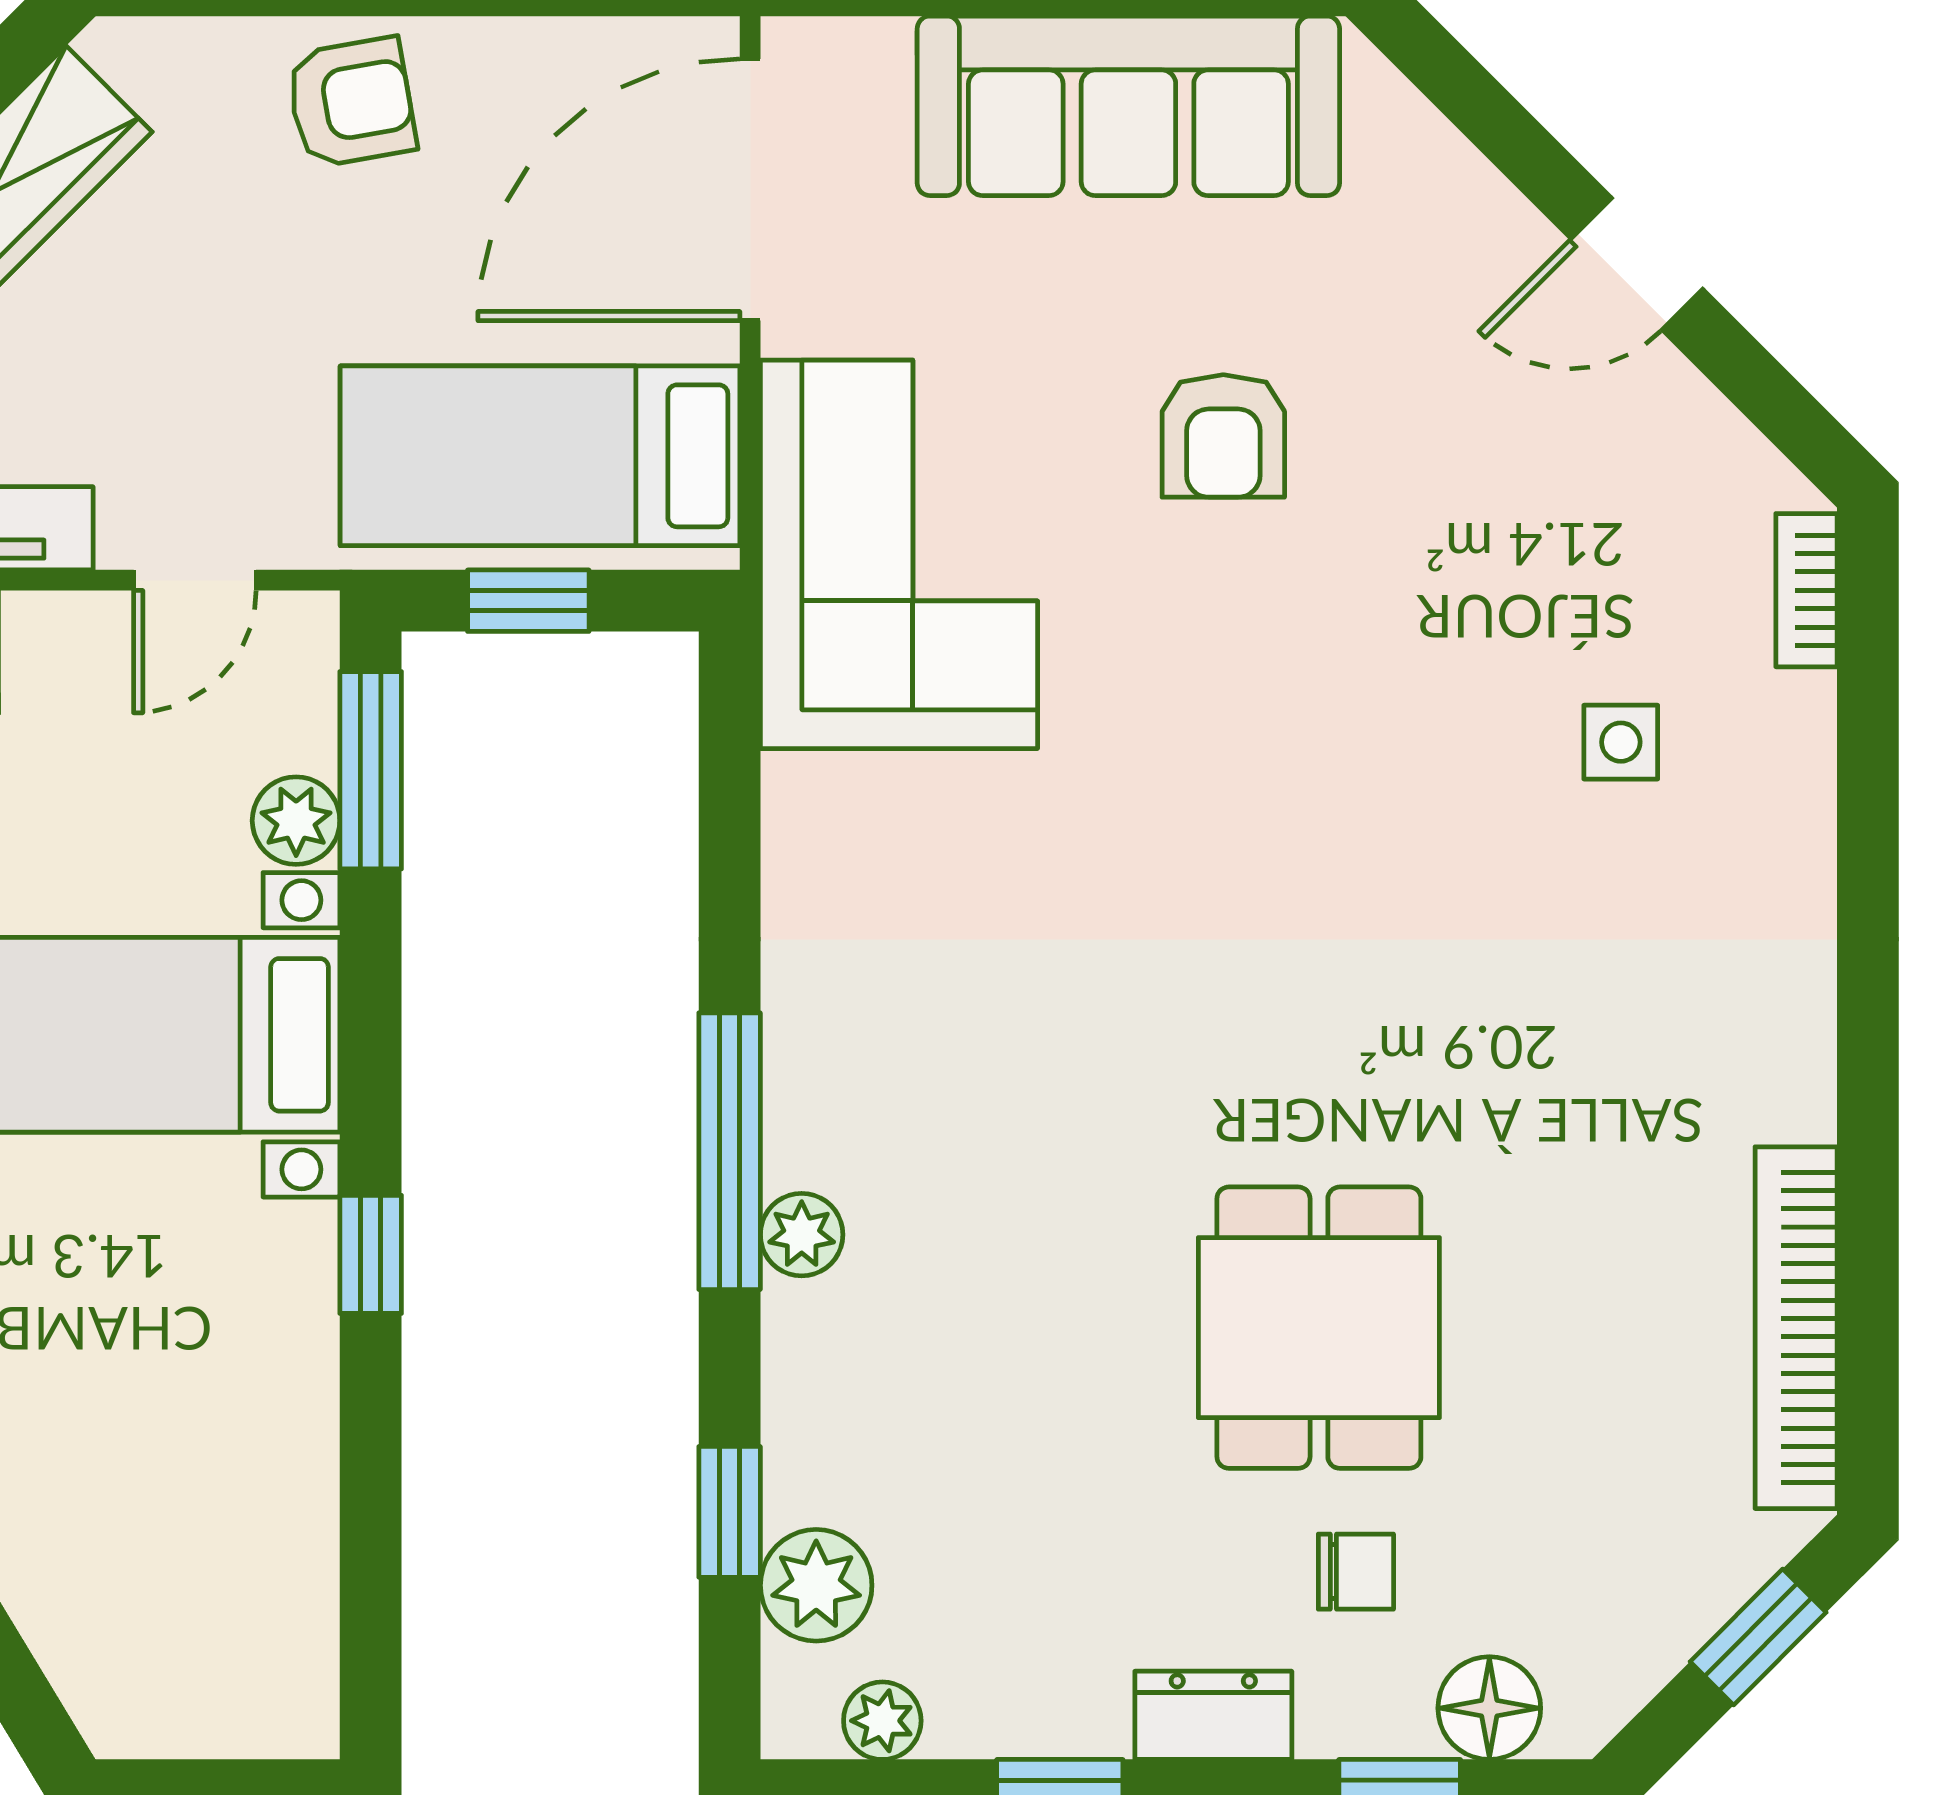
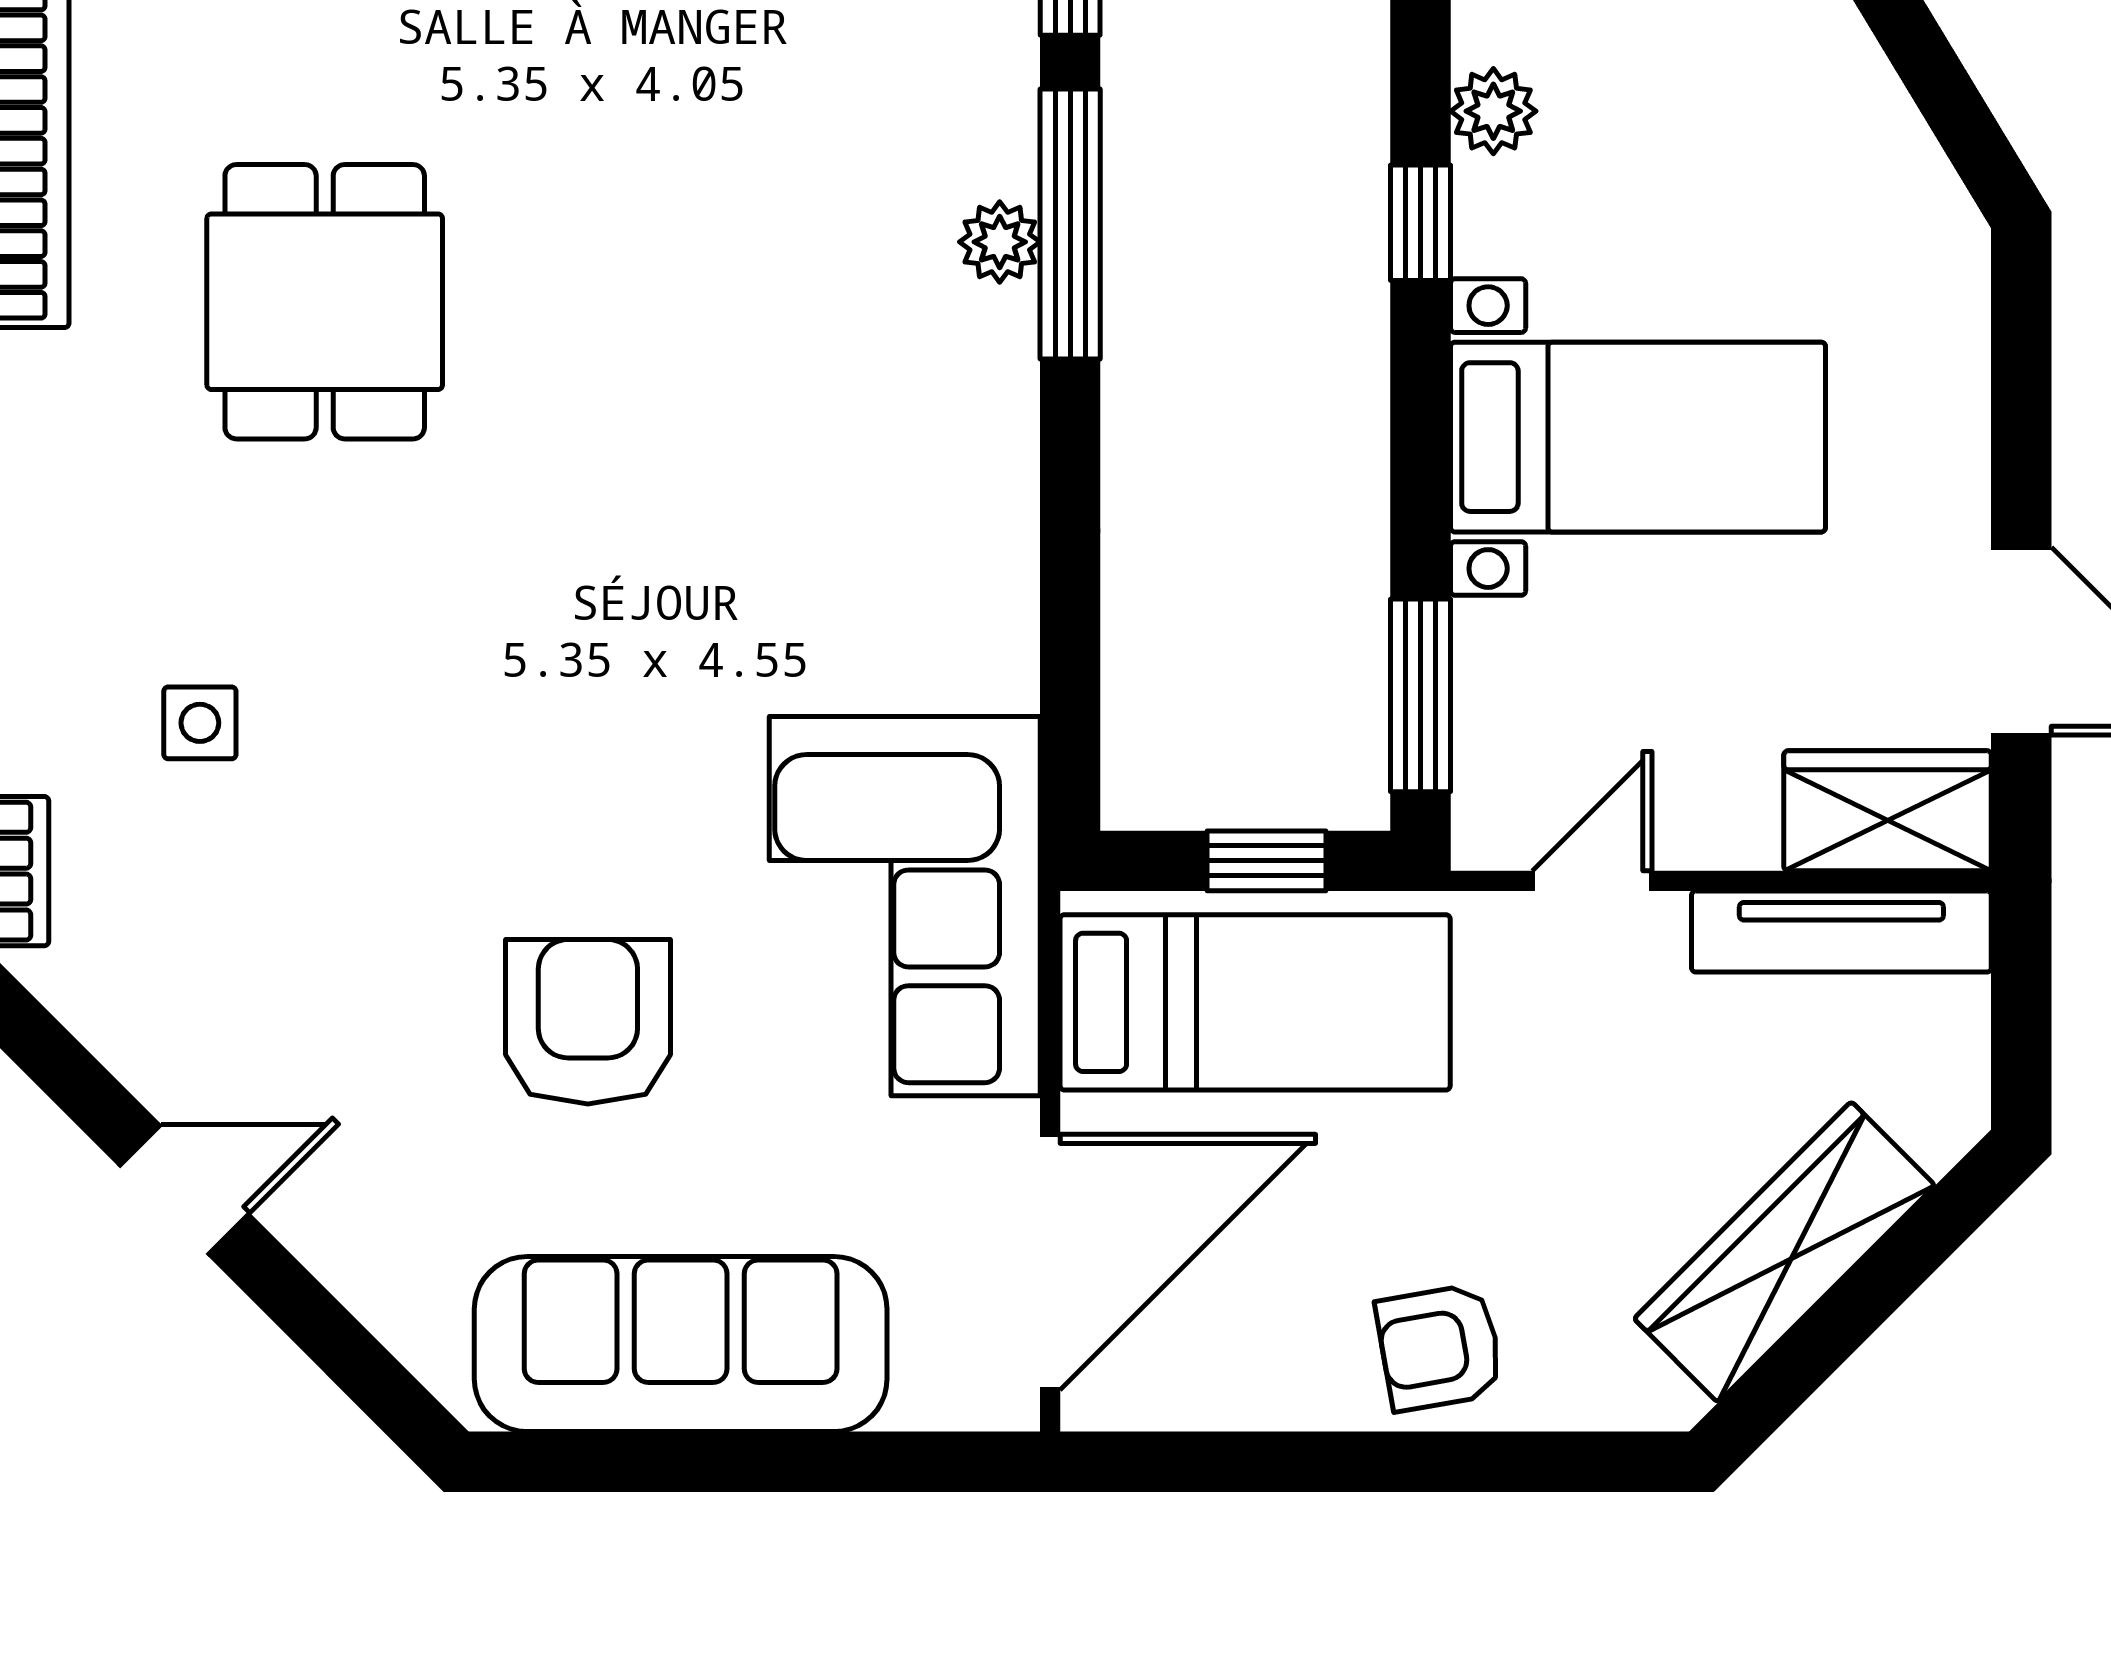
armchair: (1223, 436) -> (588, 1022), width x1.38, depth x1.38
plant: (296, 821) -> (1493, 111), moved
window: (730, 1151) -> (1070, 224), moved
dining table: (1319, 1328) -> (325, 302), moved

